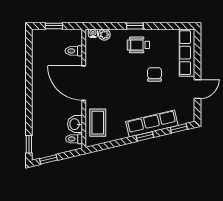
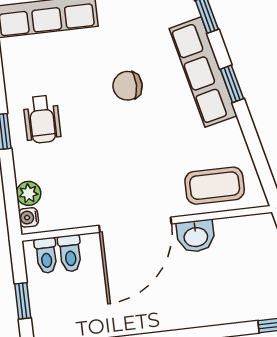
chair: (155, 74) -> (128, 86), moved
washbasin: (75, 124) -> (196, 236), moved
toilet: (74, 139) -> (46, 256), moved

